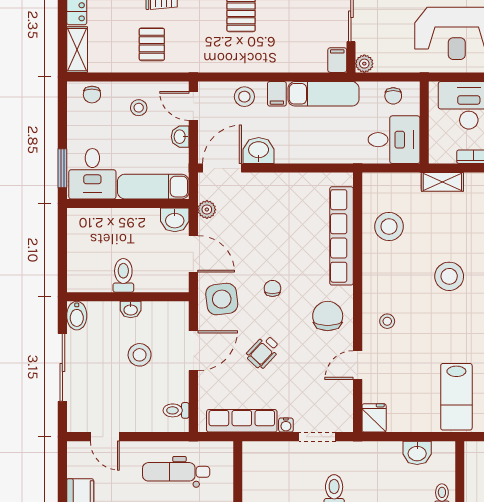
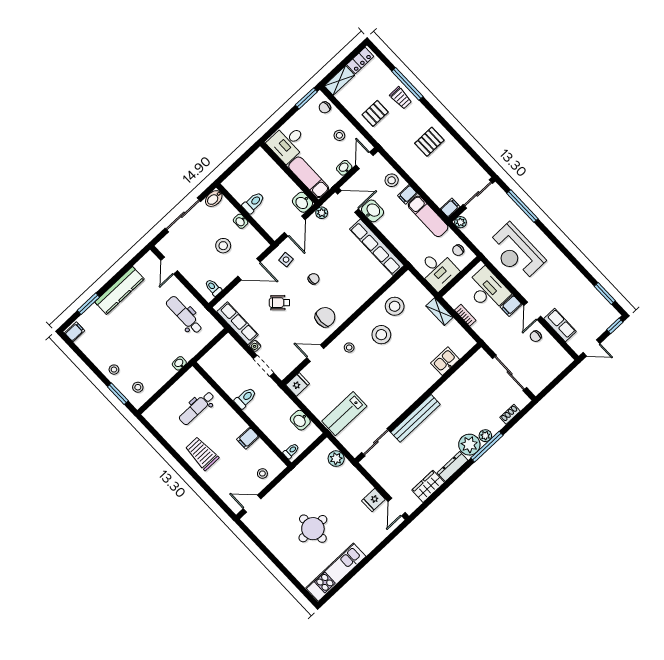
window: (62, 168) -> (306, 98), moved
row of seats: (341, 236) -> (377, 247), moved, turned -90
stool: (449, 276) -> (381, 335), moved
side table: (222, 299) -> (286, 260), width x0.54, depth x0.54

